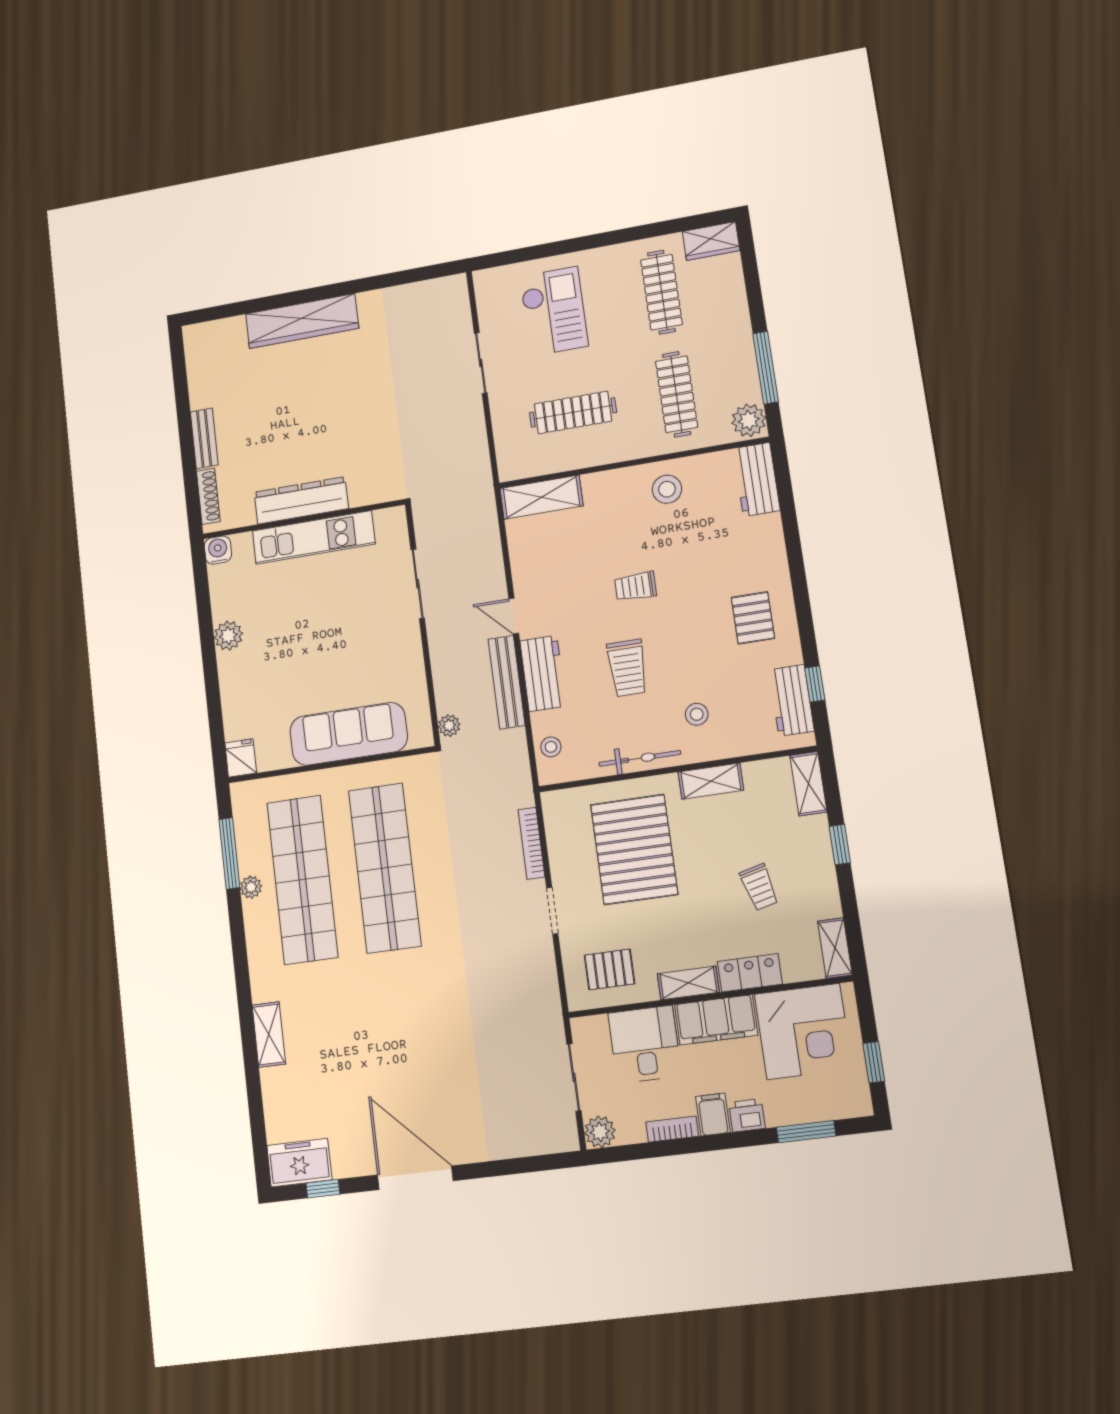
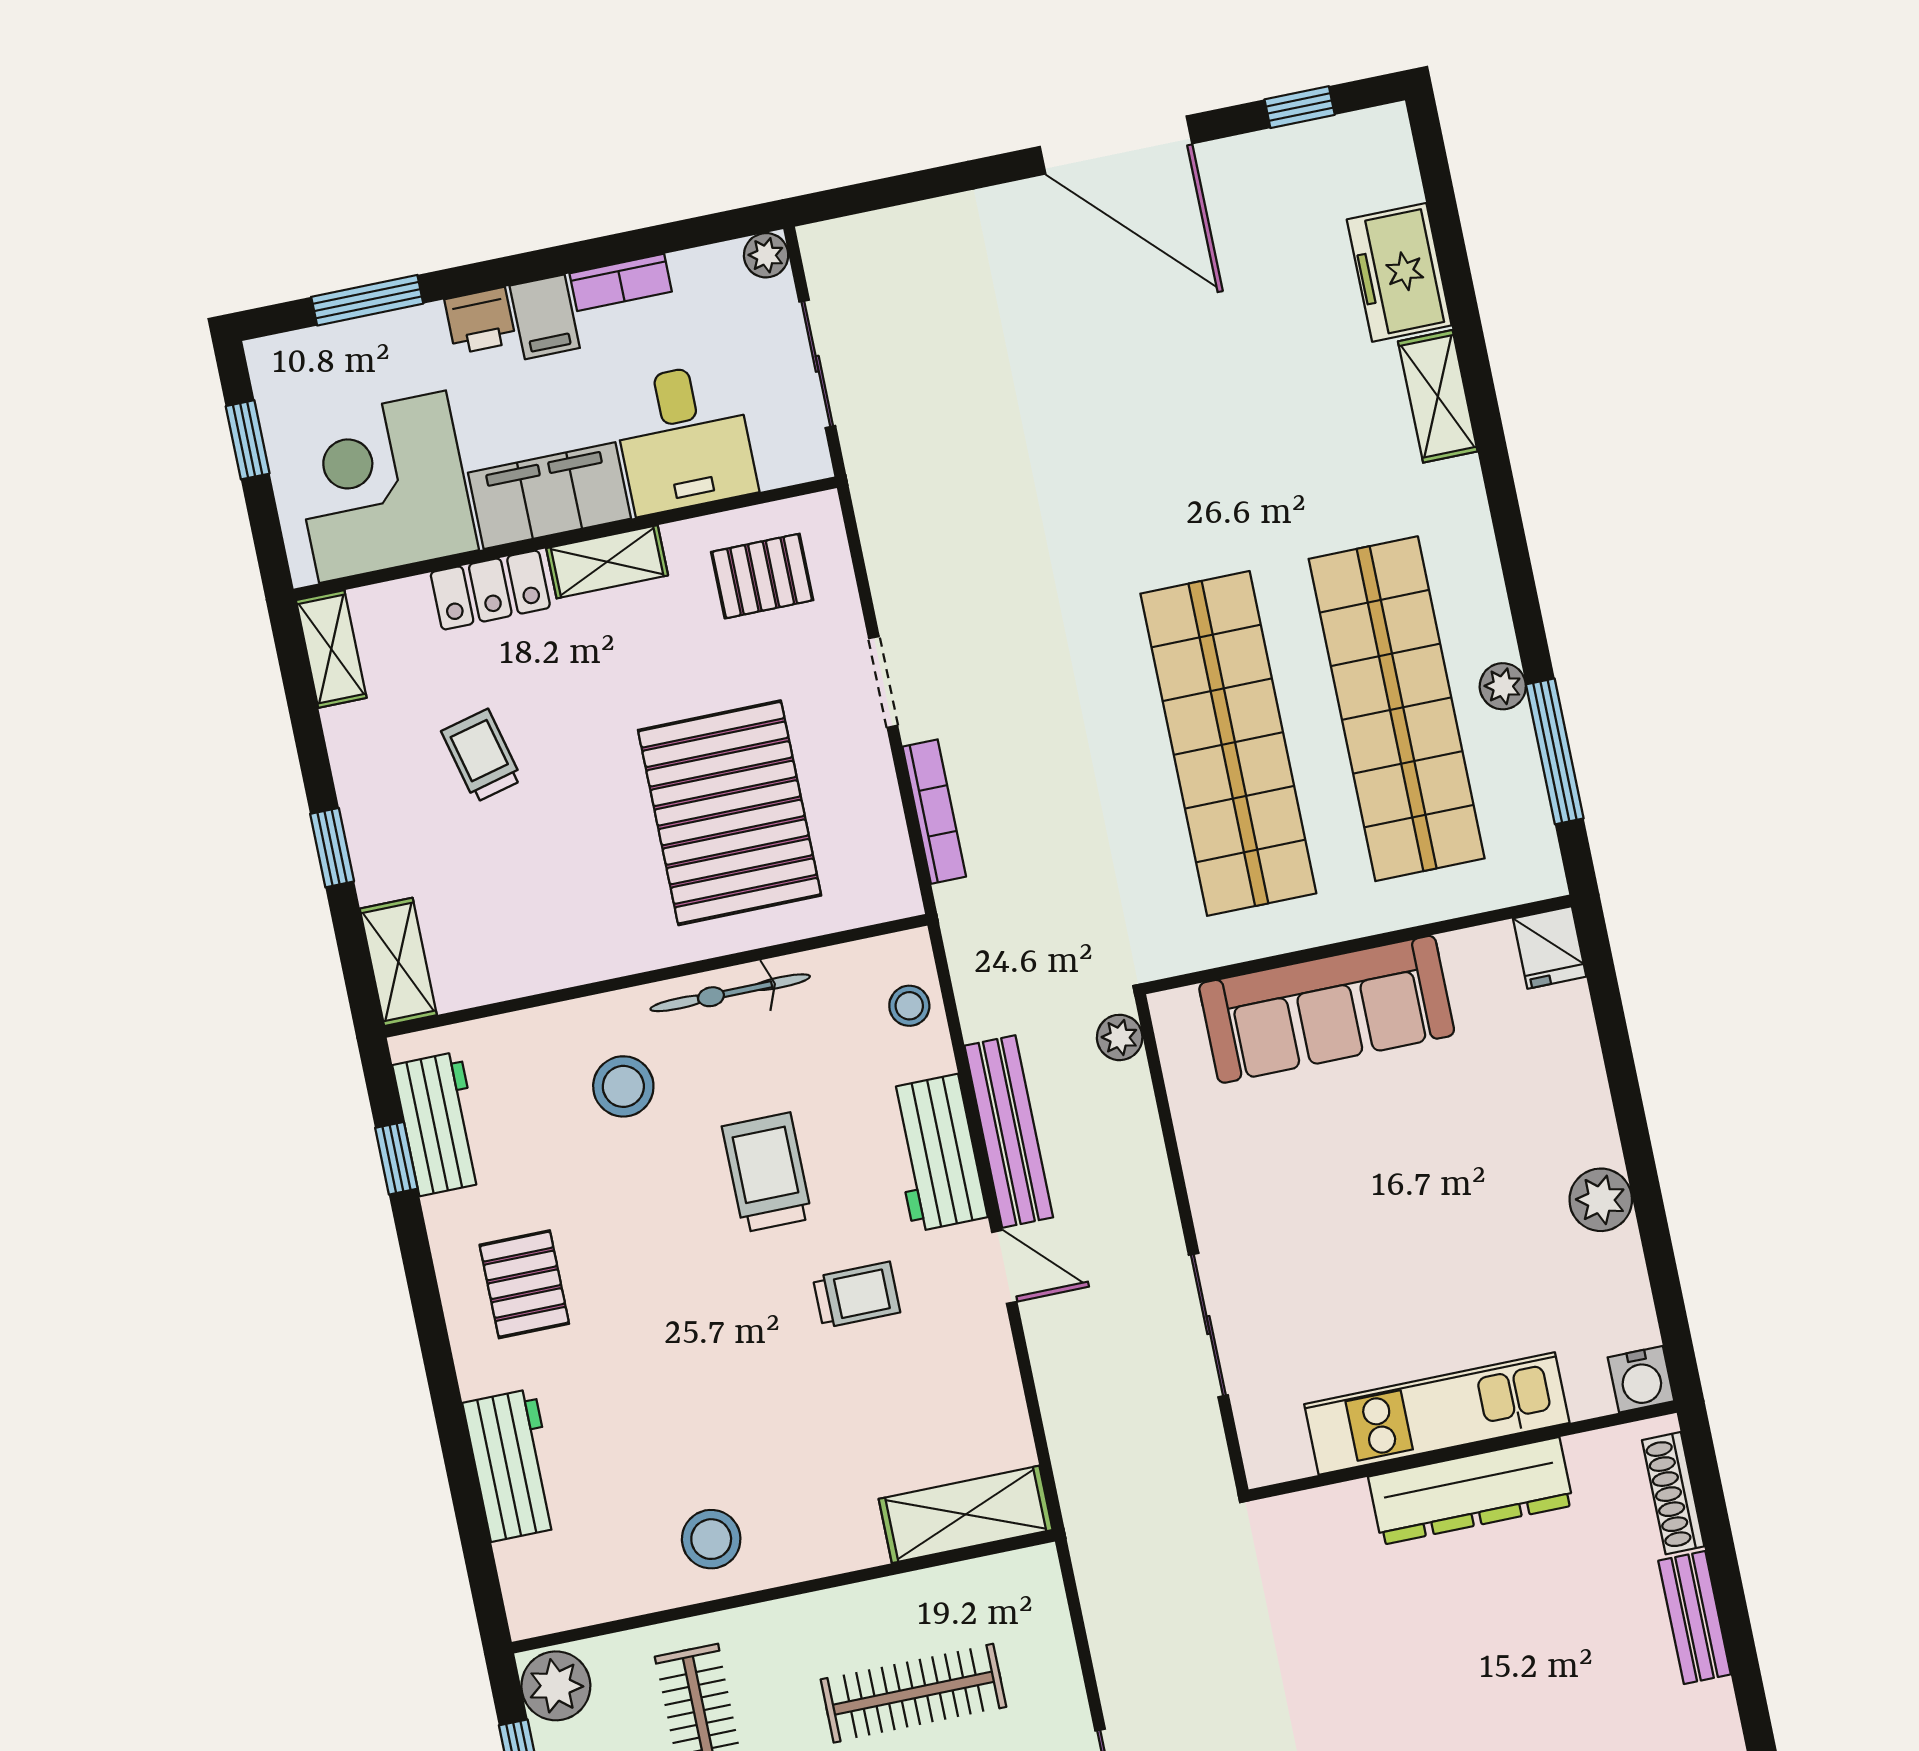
workbench: (757, 479) -> (513, 1465), moved
trolley: (635, 586) -> (857, 1295), moved
stool: (697, 714) -> (623, 1086), width x1.37, depth x1.37
shelving: (711, 781) -> (588, 956), removed
plant: (600, 1132) -> (766, 255), width x0.73, depth x0.73
freezer: (299, 1163) -> (1399, 272), moved, turned 90

